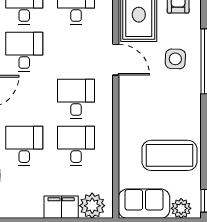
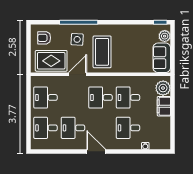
coffee table: (169, 155) -> (102, 52), moved

